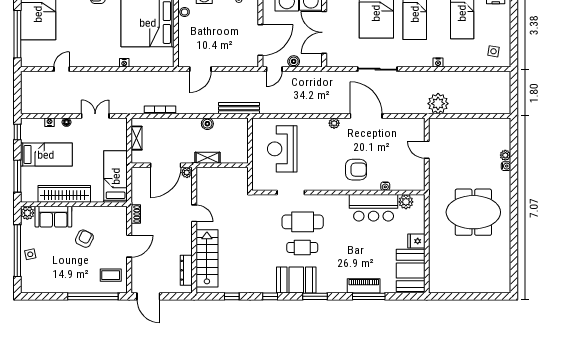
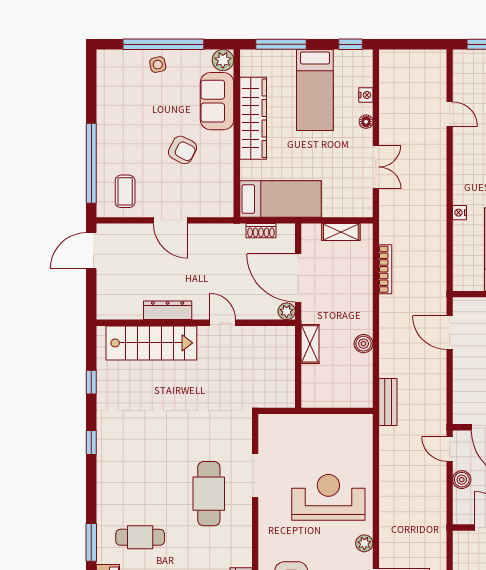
bench: (239, 108) -> (388, 402), width x0.73
reception desk: (282, 149) -> (328, 497), moved
door: (194, 213) -> (223, 323), swing flipped
shoe rack: (136, 214) -> (261, 231), moved
cafe table: (302, 247) -> (140, 537), moved, turned 90
dresser: (186, 270) -> (168, 310), moved
booth: (296, 280) -> (117, 484), removed
window: (315, 296) -> (91, 542), moved

